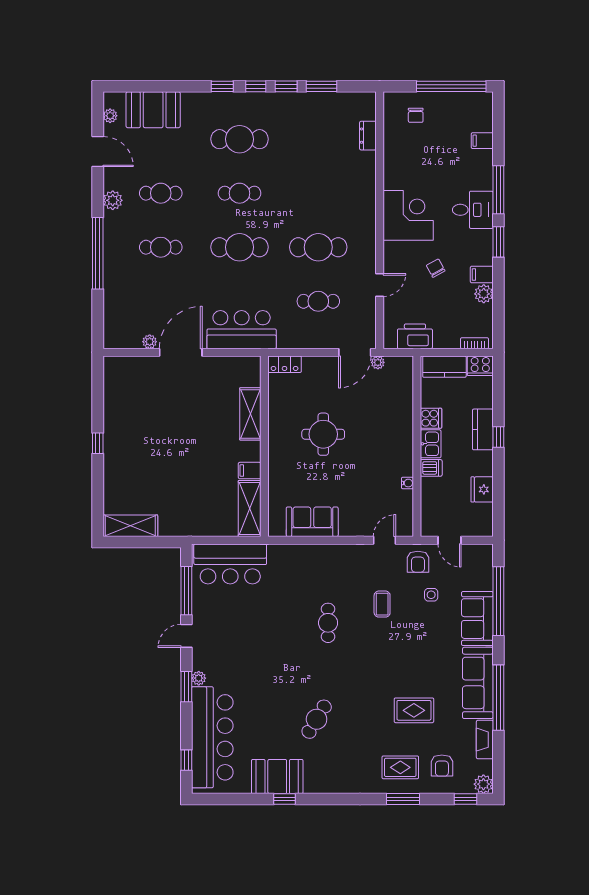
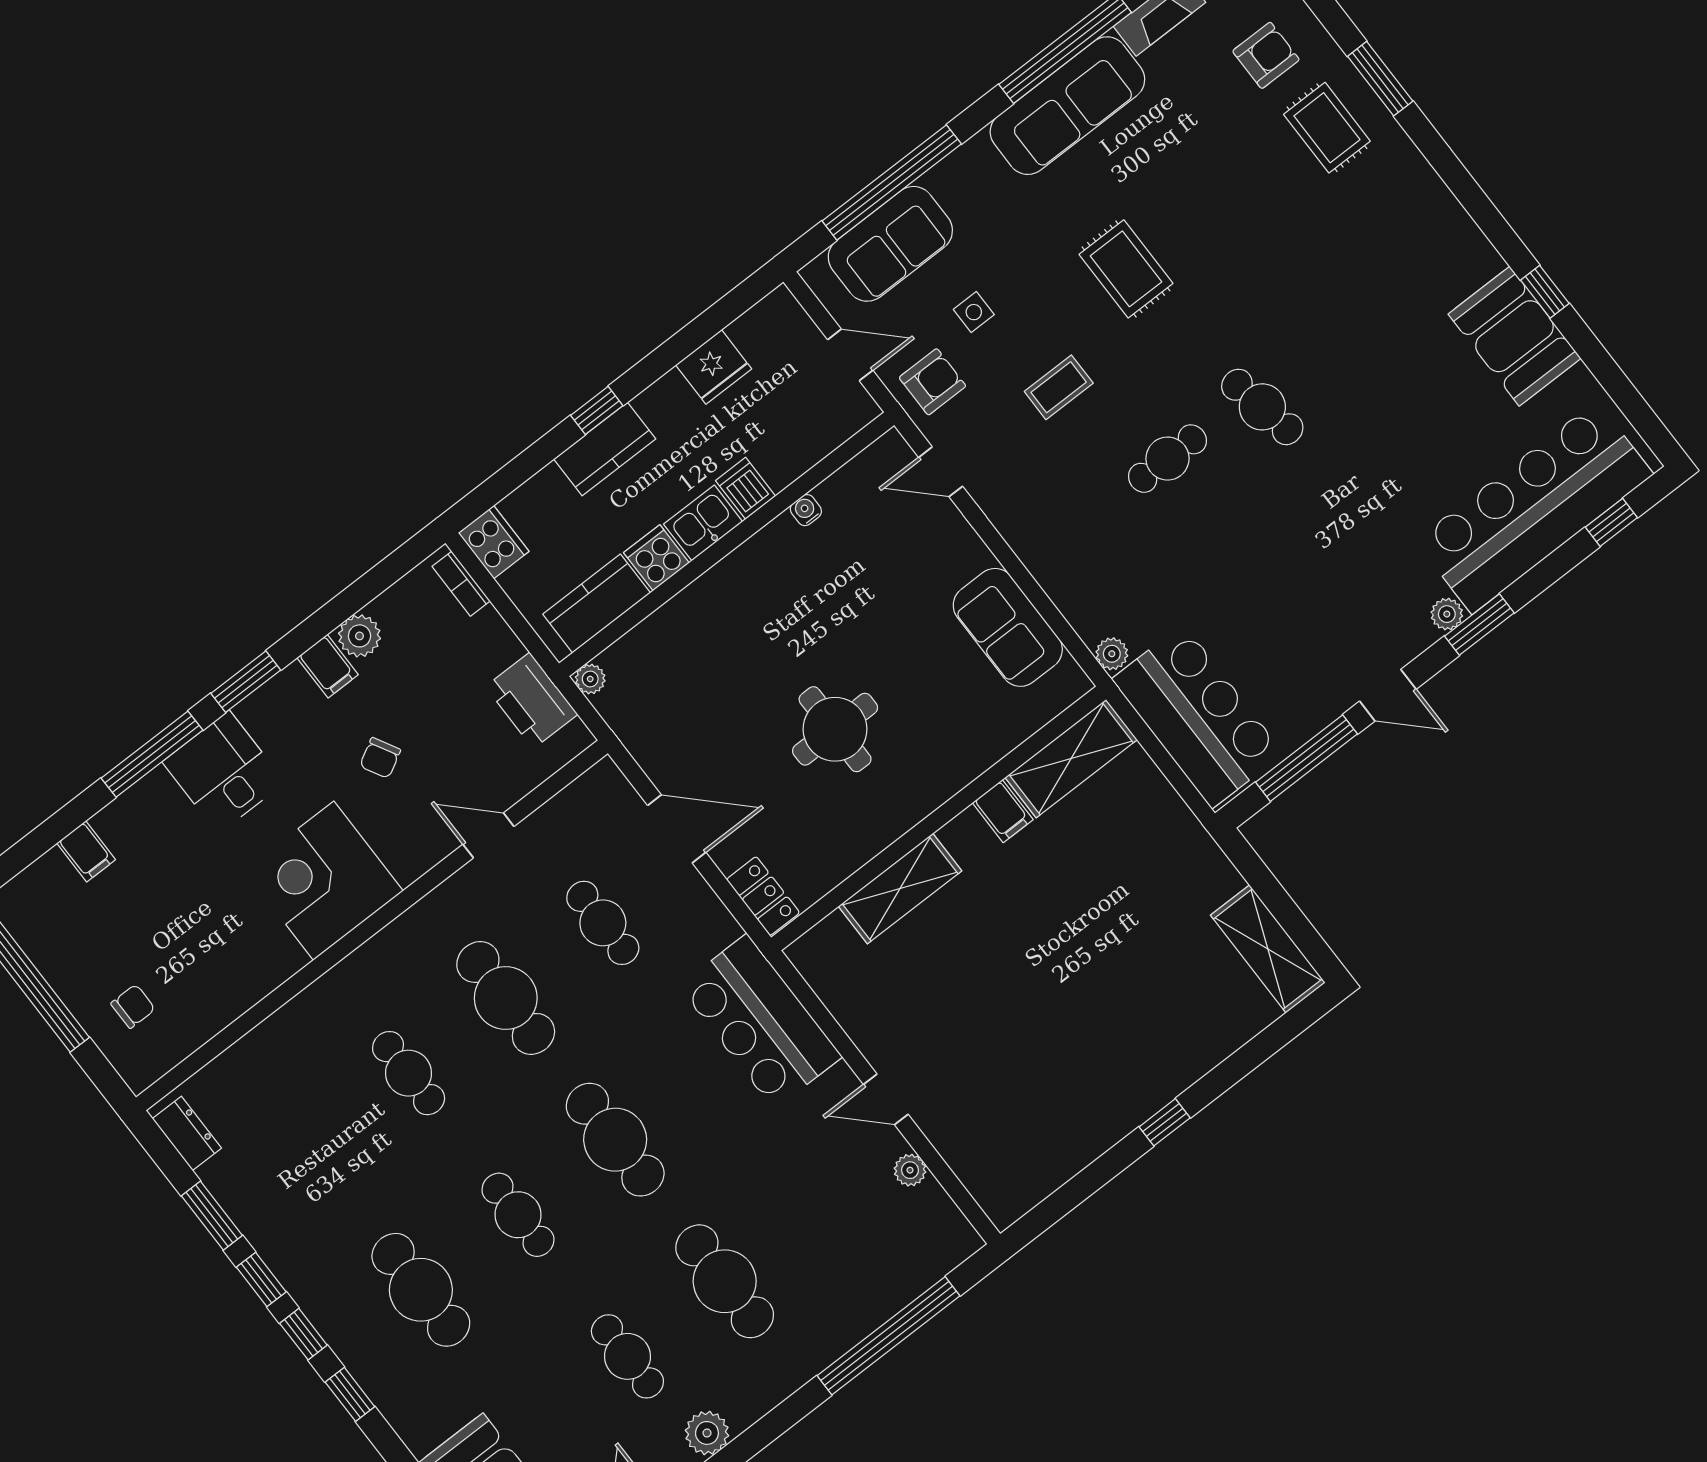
dresser: (368, 136) -> (187, 1133), moved, turned -90
cafe table: (318, 193) -> (409, 1073), added
cafe table: (161, 247) -> (725, 1281), width x1.37, depth x1.35
window: (98, 253) -> (888, 1336), moved
door: (181, 352) -> (886, 1099), width x0.53
door: (355, 352) -> (677, 829), moved
plant: (378, 362) -> (590, 679), moved
kitchen counter: (444, 367) -> (597, 604), moved, turned -90
door: (449, 540) -> (850, 355), hinge flipped
plant: (275, 551) -> (1112, 654), added
sofa: (477, 619) -> (890, 244), moved
rug: (414, 710) -> (1126, 269), moved
cafe table: (317, 719) -> (1262, 407), moved, turned 48

